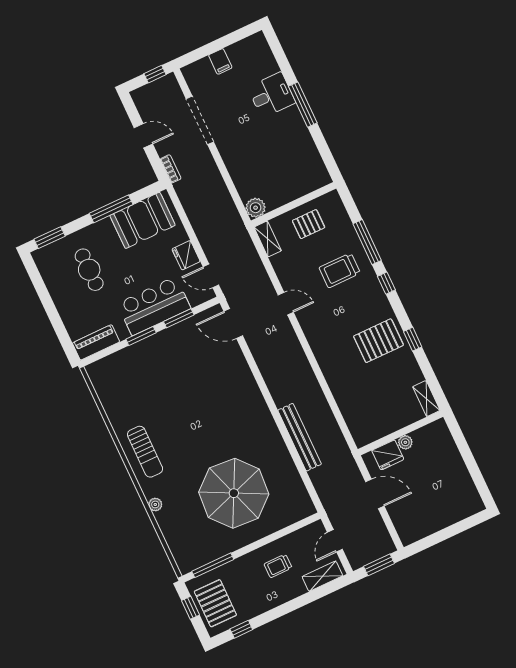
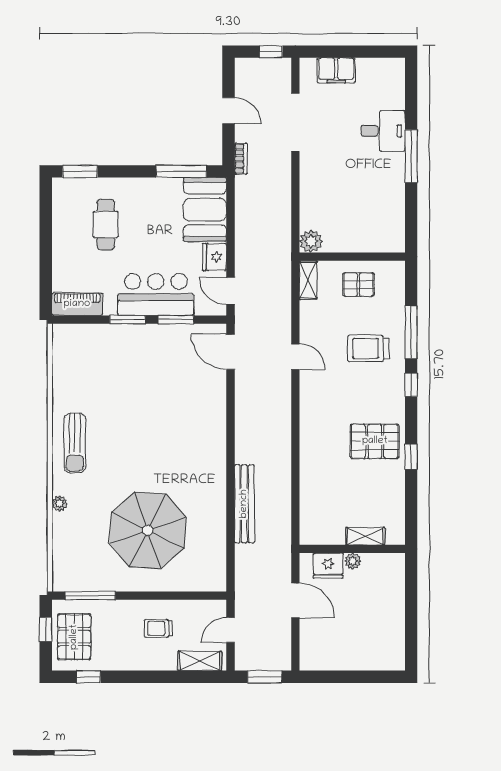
filing cabinet: (220, 61) -> (336, 70), width x2.00
window: (111, 209) -> (181, 171), moved
booth: (143, 220) -> (205, 210), moved, turned 90
shelving: (426, 399) -> (365, 536), moved, turned 90

